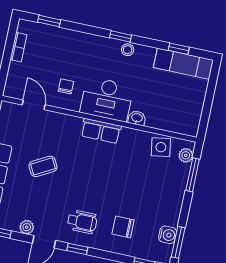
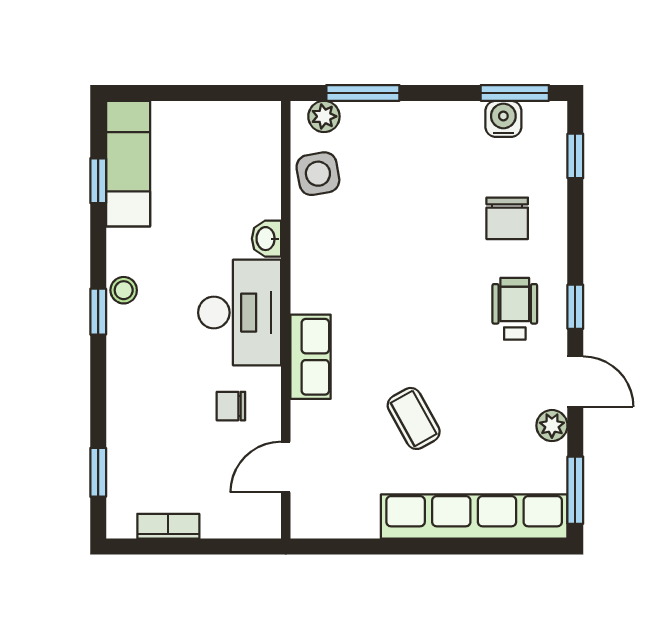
row of seats: (101, 131) -> (311, 357), moved

